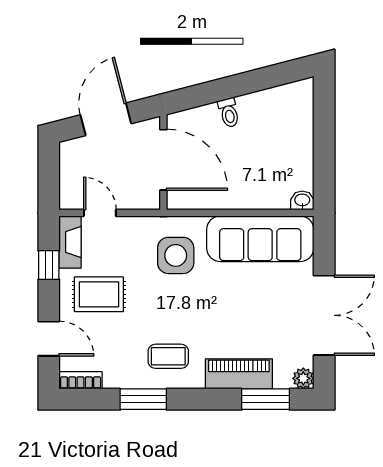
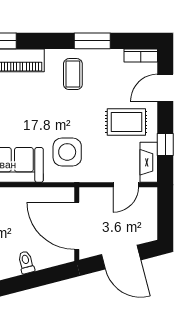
door: (106, 119) -> (121, 257), hinge flipped
door: (100, 213) -> (126, 185), hinge flipped
door: (49, 339) -> (165, 88), hinge flipped
coffee table: (168, 356) -> (73, 74), turned 90

